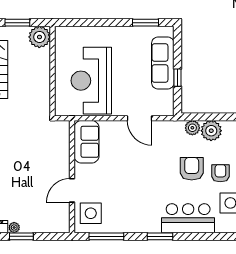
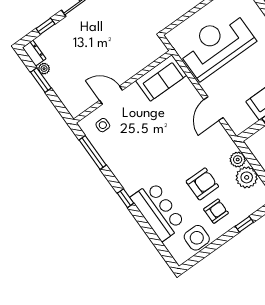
side table: (91, 213) -> (103, 125), width x0.54, depth x0.54
window: (160, 236) -> (125, 198), width x0.67

